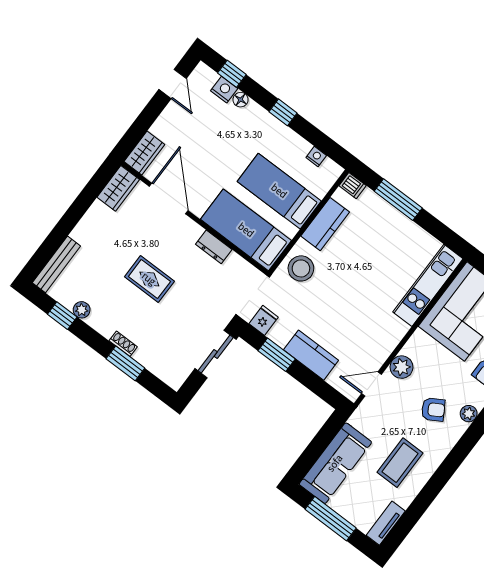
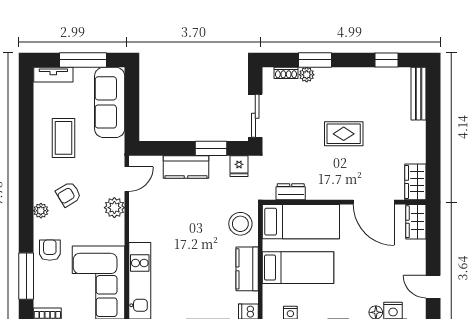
dresser: (214, 247) -> (291, 192), moved
plant: (82, 310) -> (307, 75), moved
shoe rack: (123, 344) -> (286, 73), moved
tv unit: (386, 523) -> (53, 75), moved, turned 90

